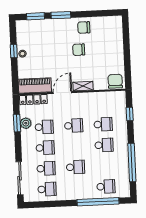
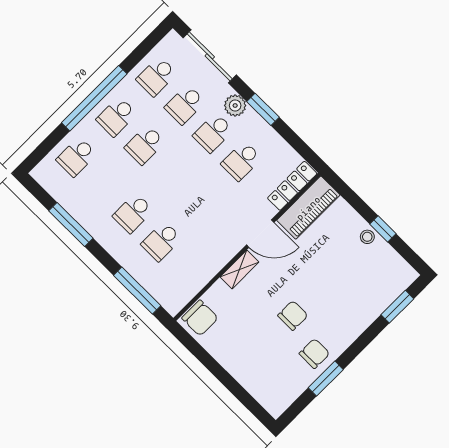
window: (61, 15) -> (326, 379), moved
door: (62, 92) -> (260, 234), hinge flipped
window: (130, 114) -> (137, 291), width x2.17
window: (17, 123) -> (263, 109), moved
plant: (26, 123) -> (235, 105), moved
school desk: (74, 126) -> (116, 117), moved
window: (132, 163) -> (71, 224), width x0.68
window: (98, 202) -> (94, 98), moved

